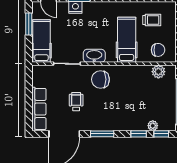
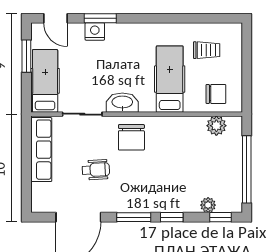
chair: (100, 79) -> (131, 137), turned -90
wheelchair: (76, 102) -> (96, 170), turned 87
row of seats: (39, 109) -> (41, 150), moved
window: (139, 134) -> (172, 217), moved

